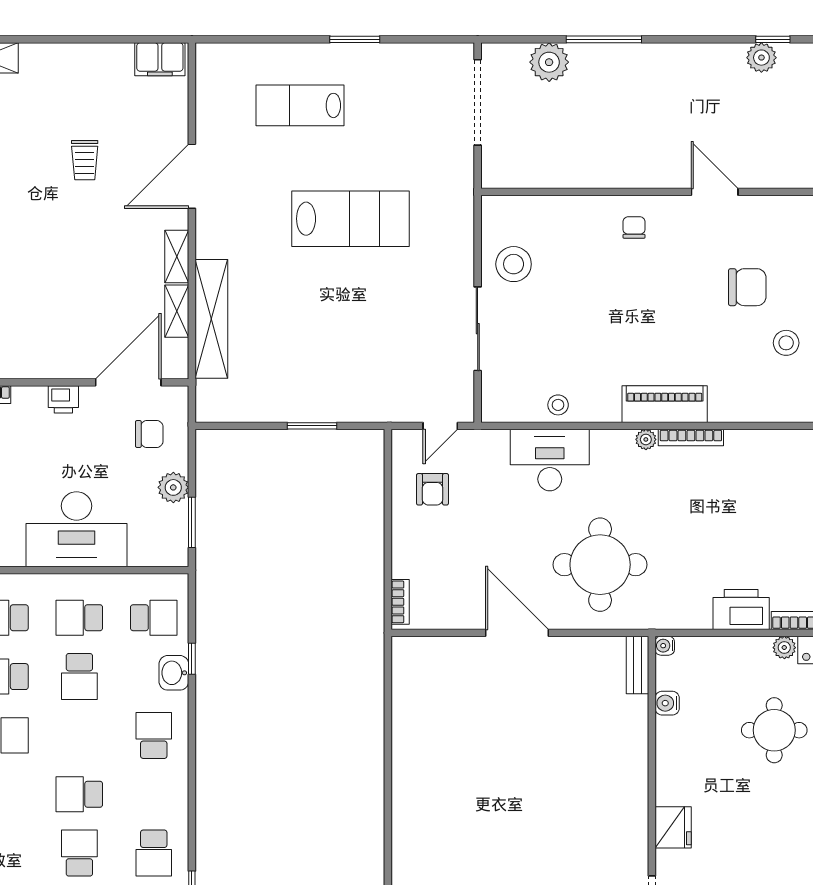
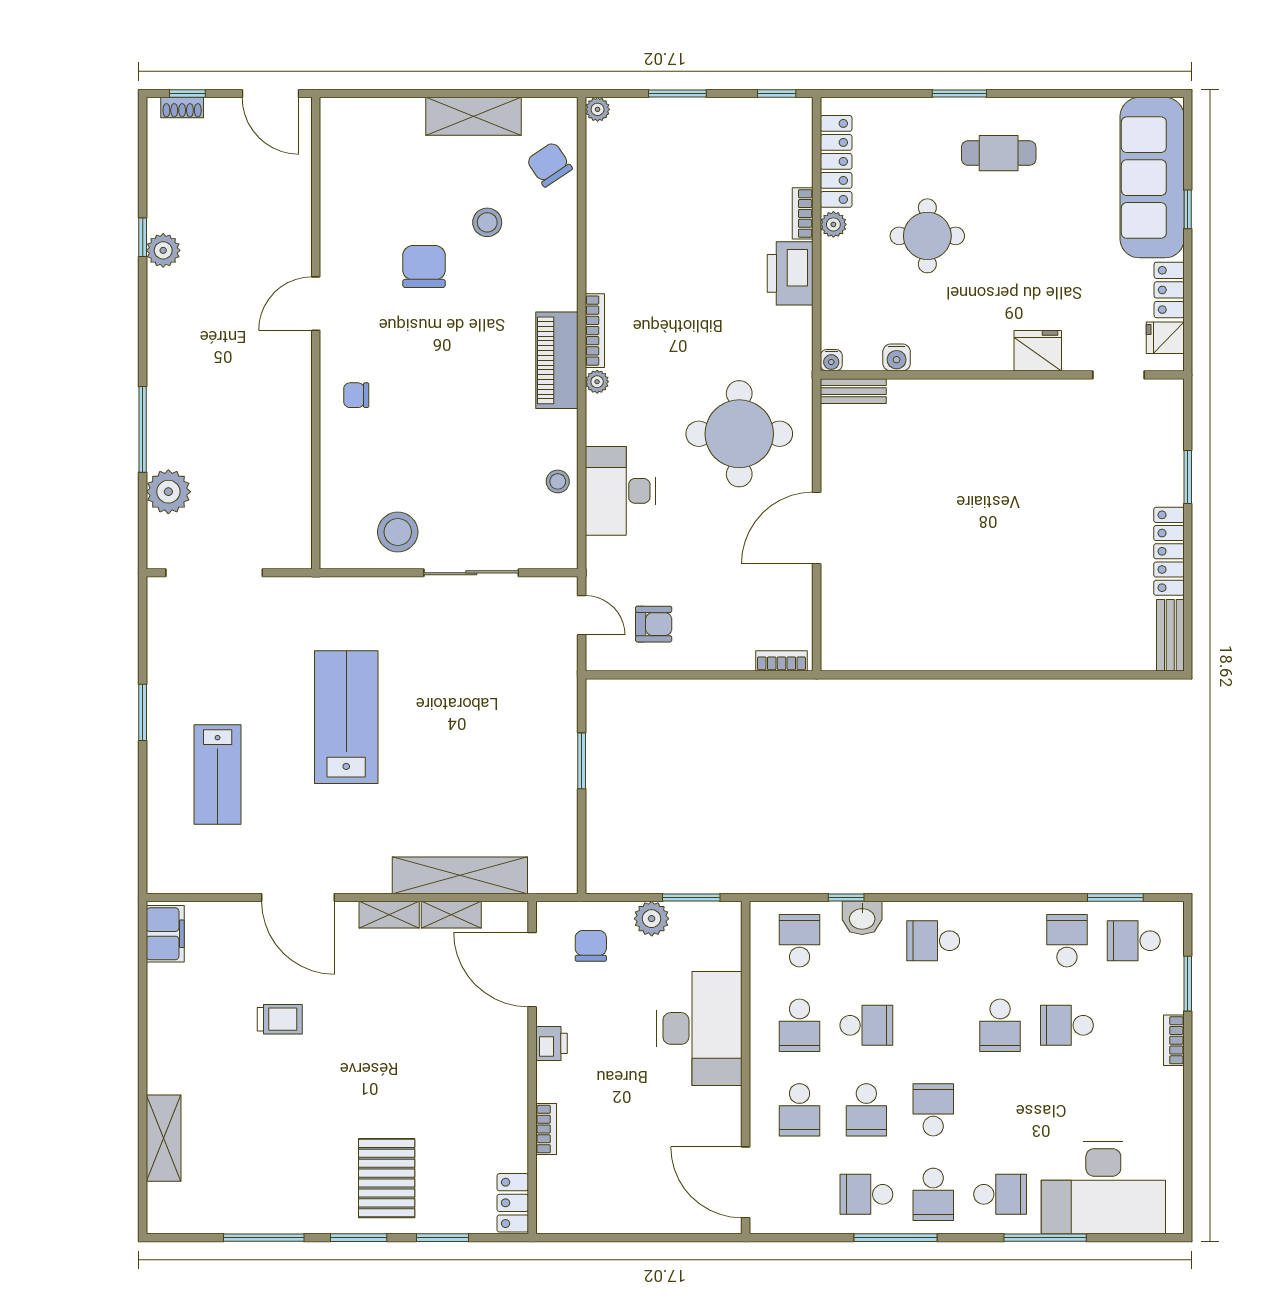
school desk: (154, 853) -> (1067, 941), turned -90

